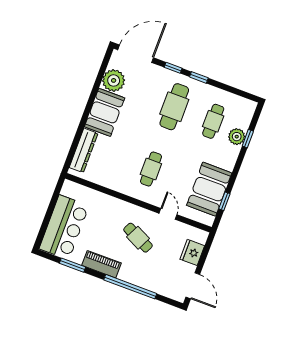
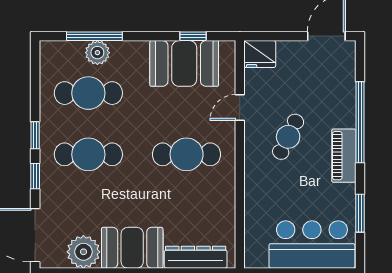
cafe table: (213, 121) -> (88, 93), width x1.37, depth x1.35
window: (248, 139) -> (94, 36), width x2.17
cafe table: (151, 169) -> (187, 154), width x1.37, depth x1.35
fridge: (192, 252) -> (260, 54), moved
piano: (101, 264) -> (344, 156), moved

